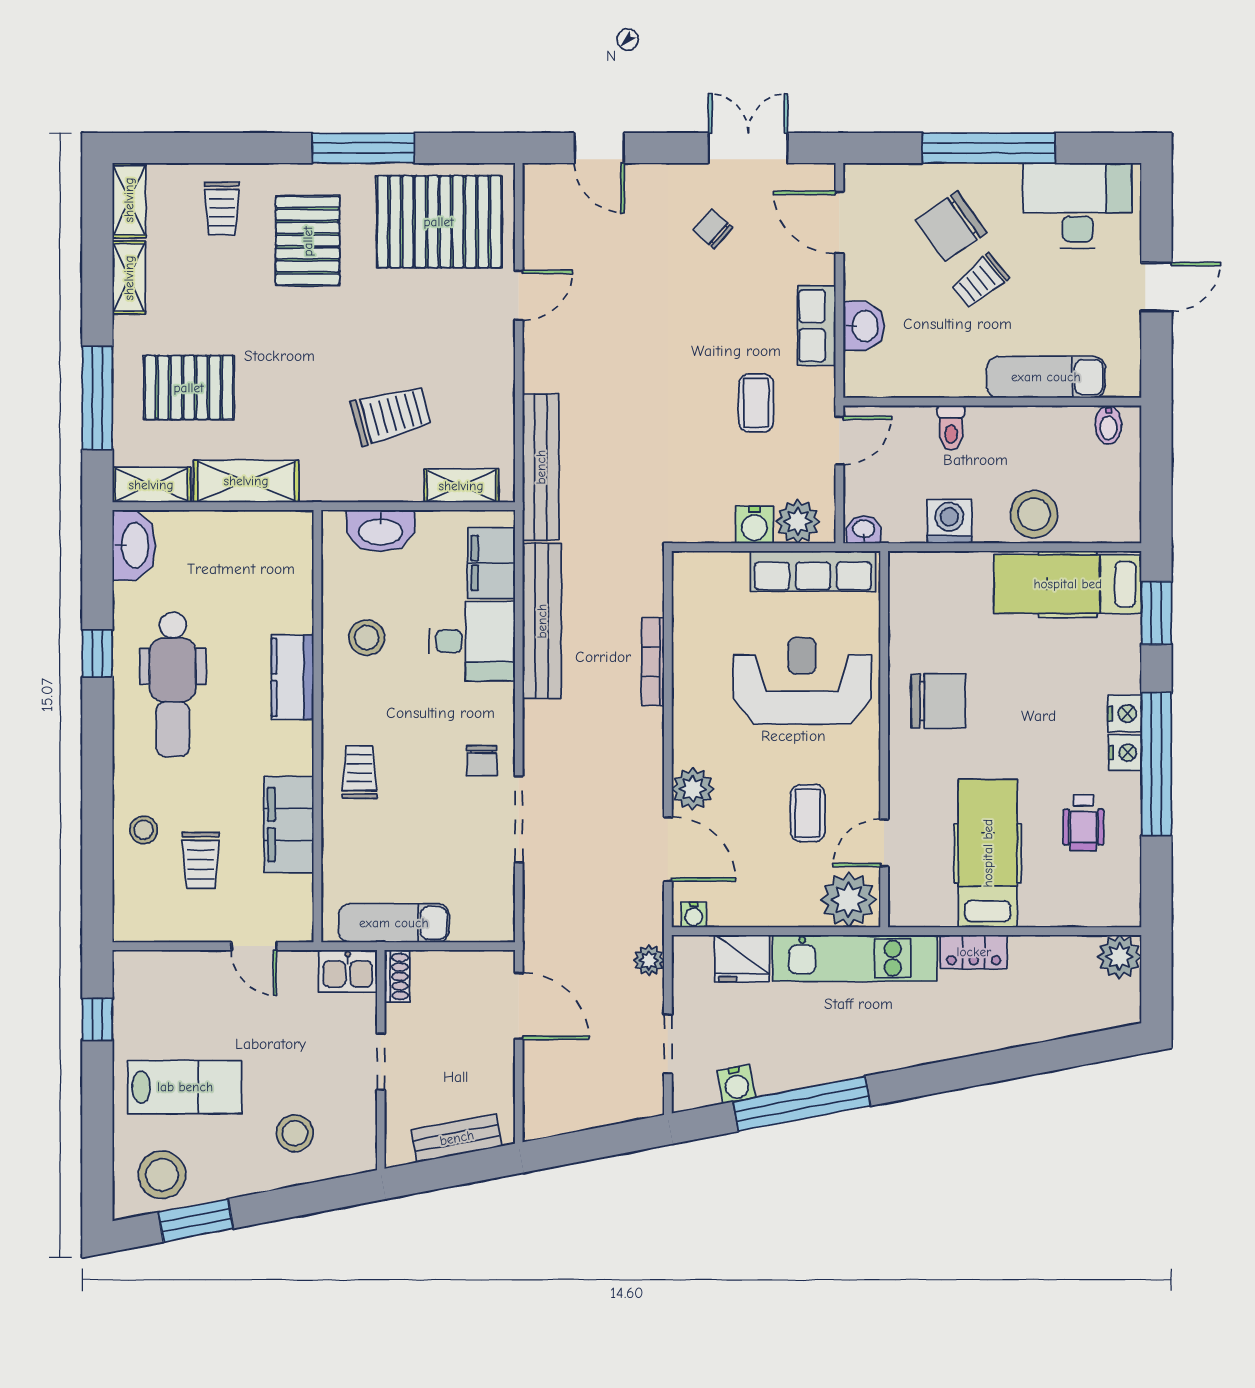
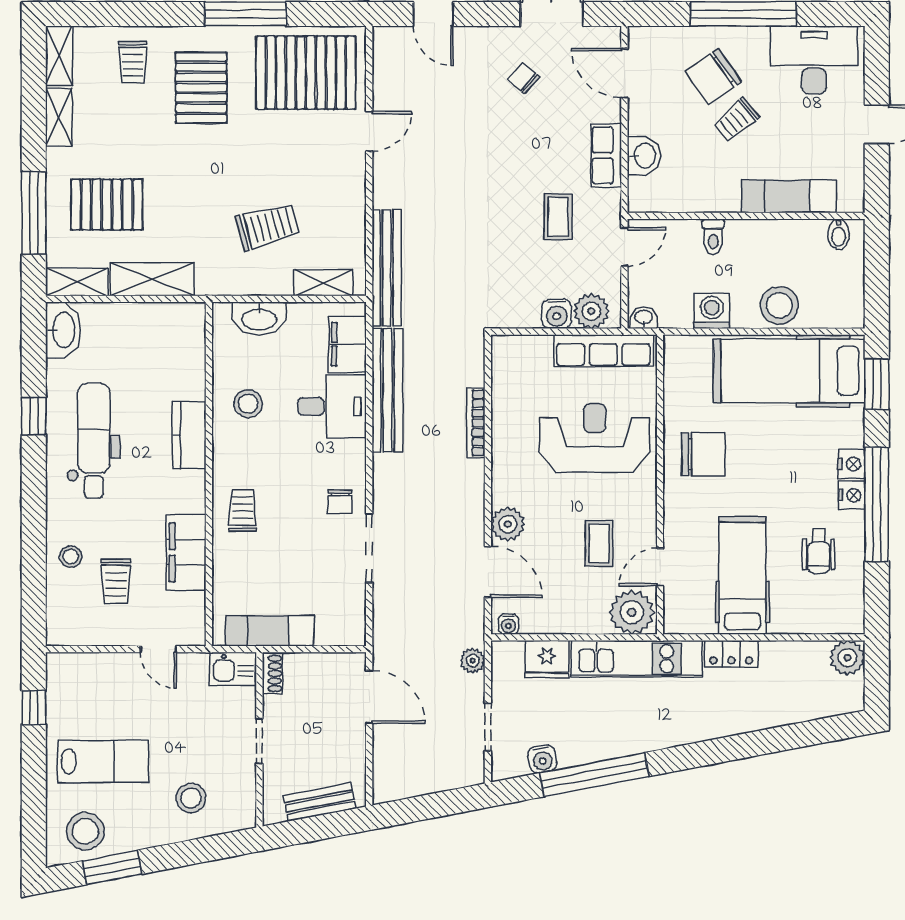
hospital bed: (1068, 584) -> (789, 371), width x1.37, depth x1.29
dental chair: (173, 684) -> (94, 441), turned 180

